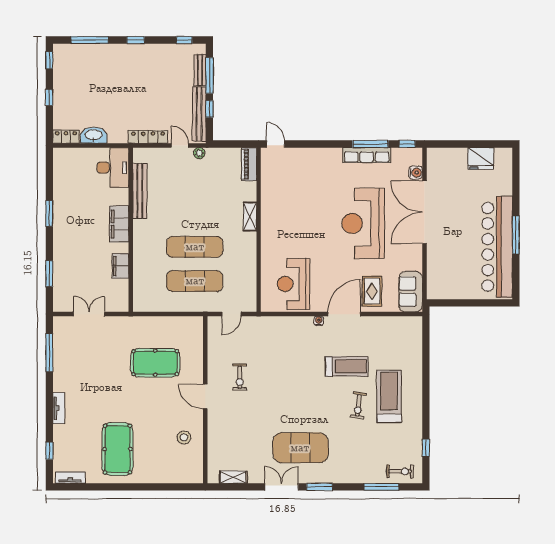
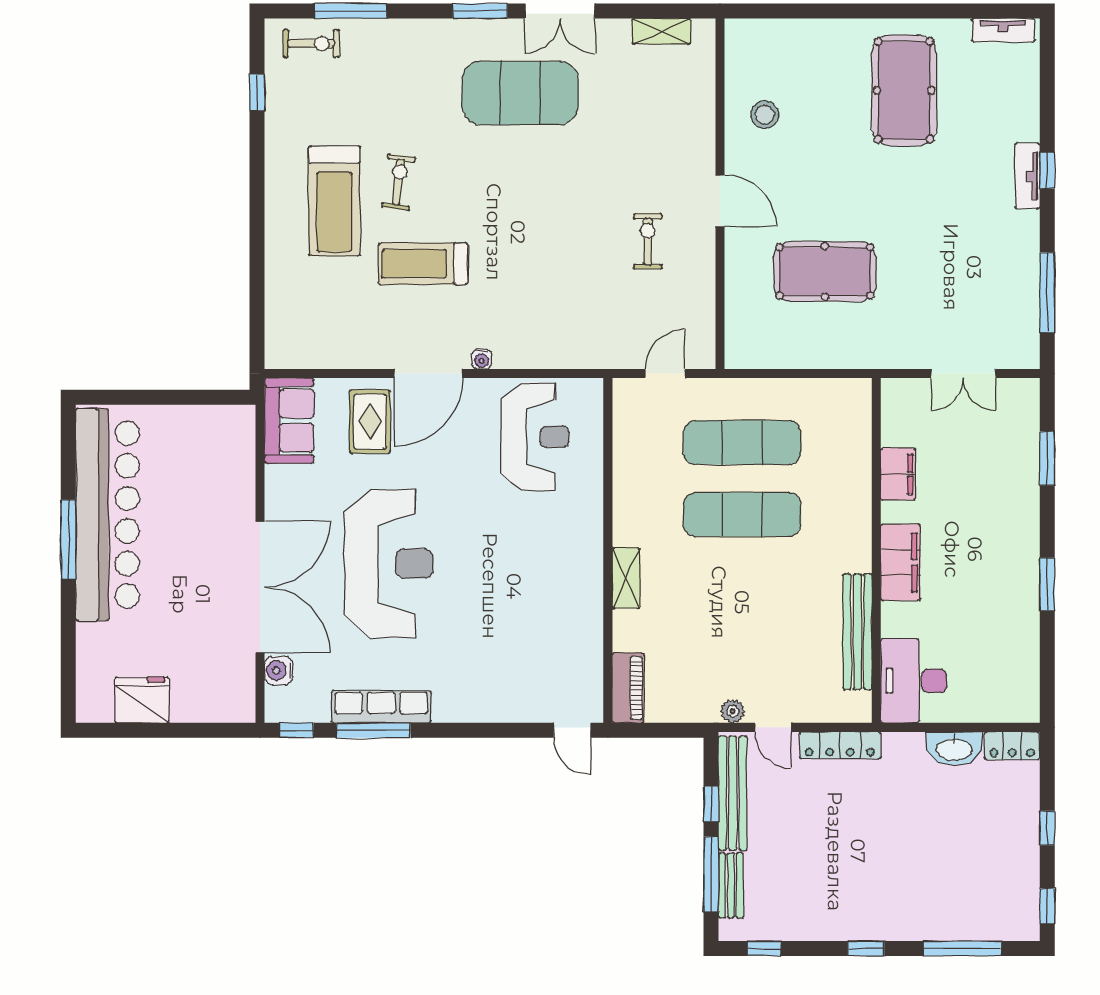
window: (49, 451) -> (1047, 170), moved
exercise bike: (400, 471) -> (311, 44), turned 180

